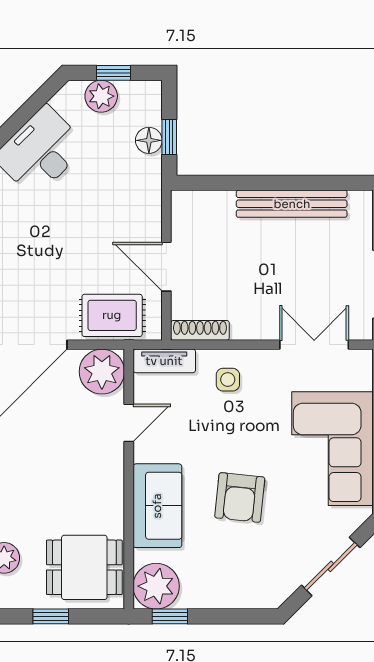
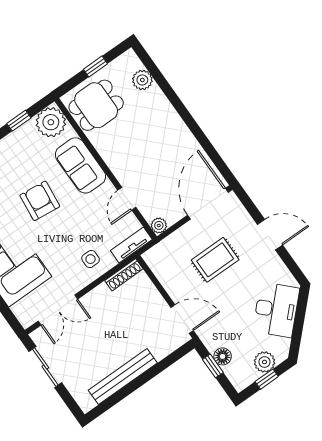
door: (166, 267) -> (182, 319), moved
rug: (112, 315) -> (215, 260), moved
plant: (102, 372) -> (159, 225), width x0.53, depth x0.53
window: (170, 616) -> (19, 121), moved

